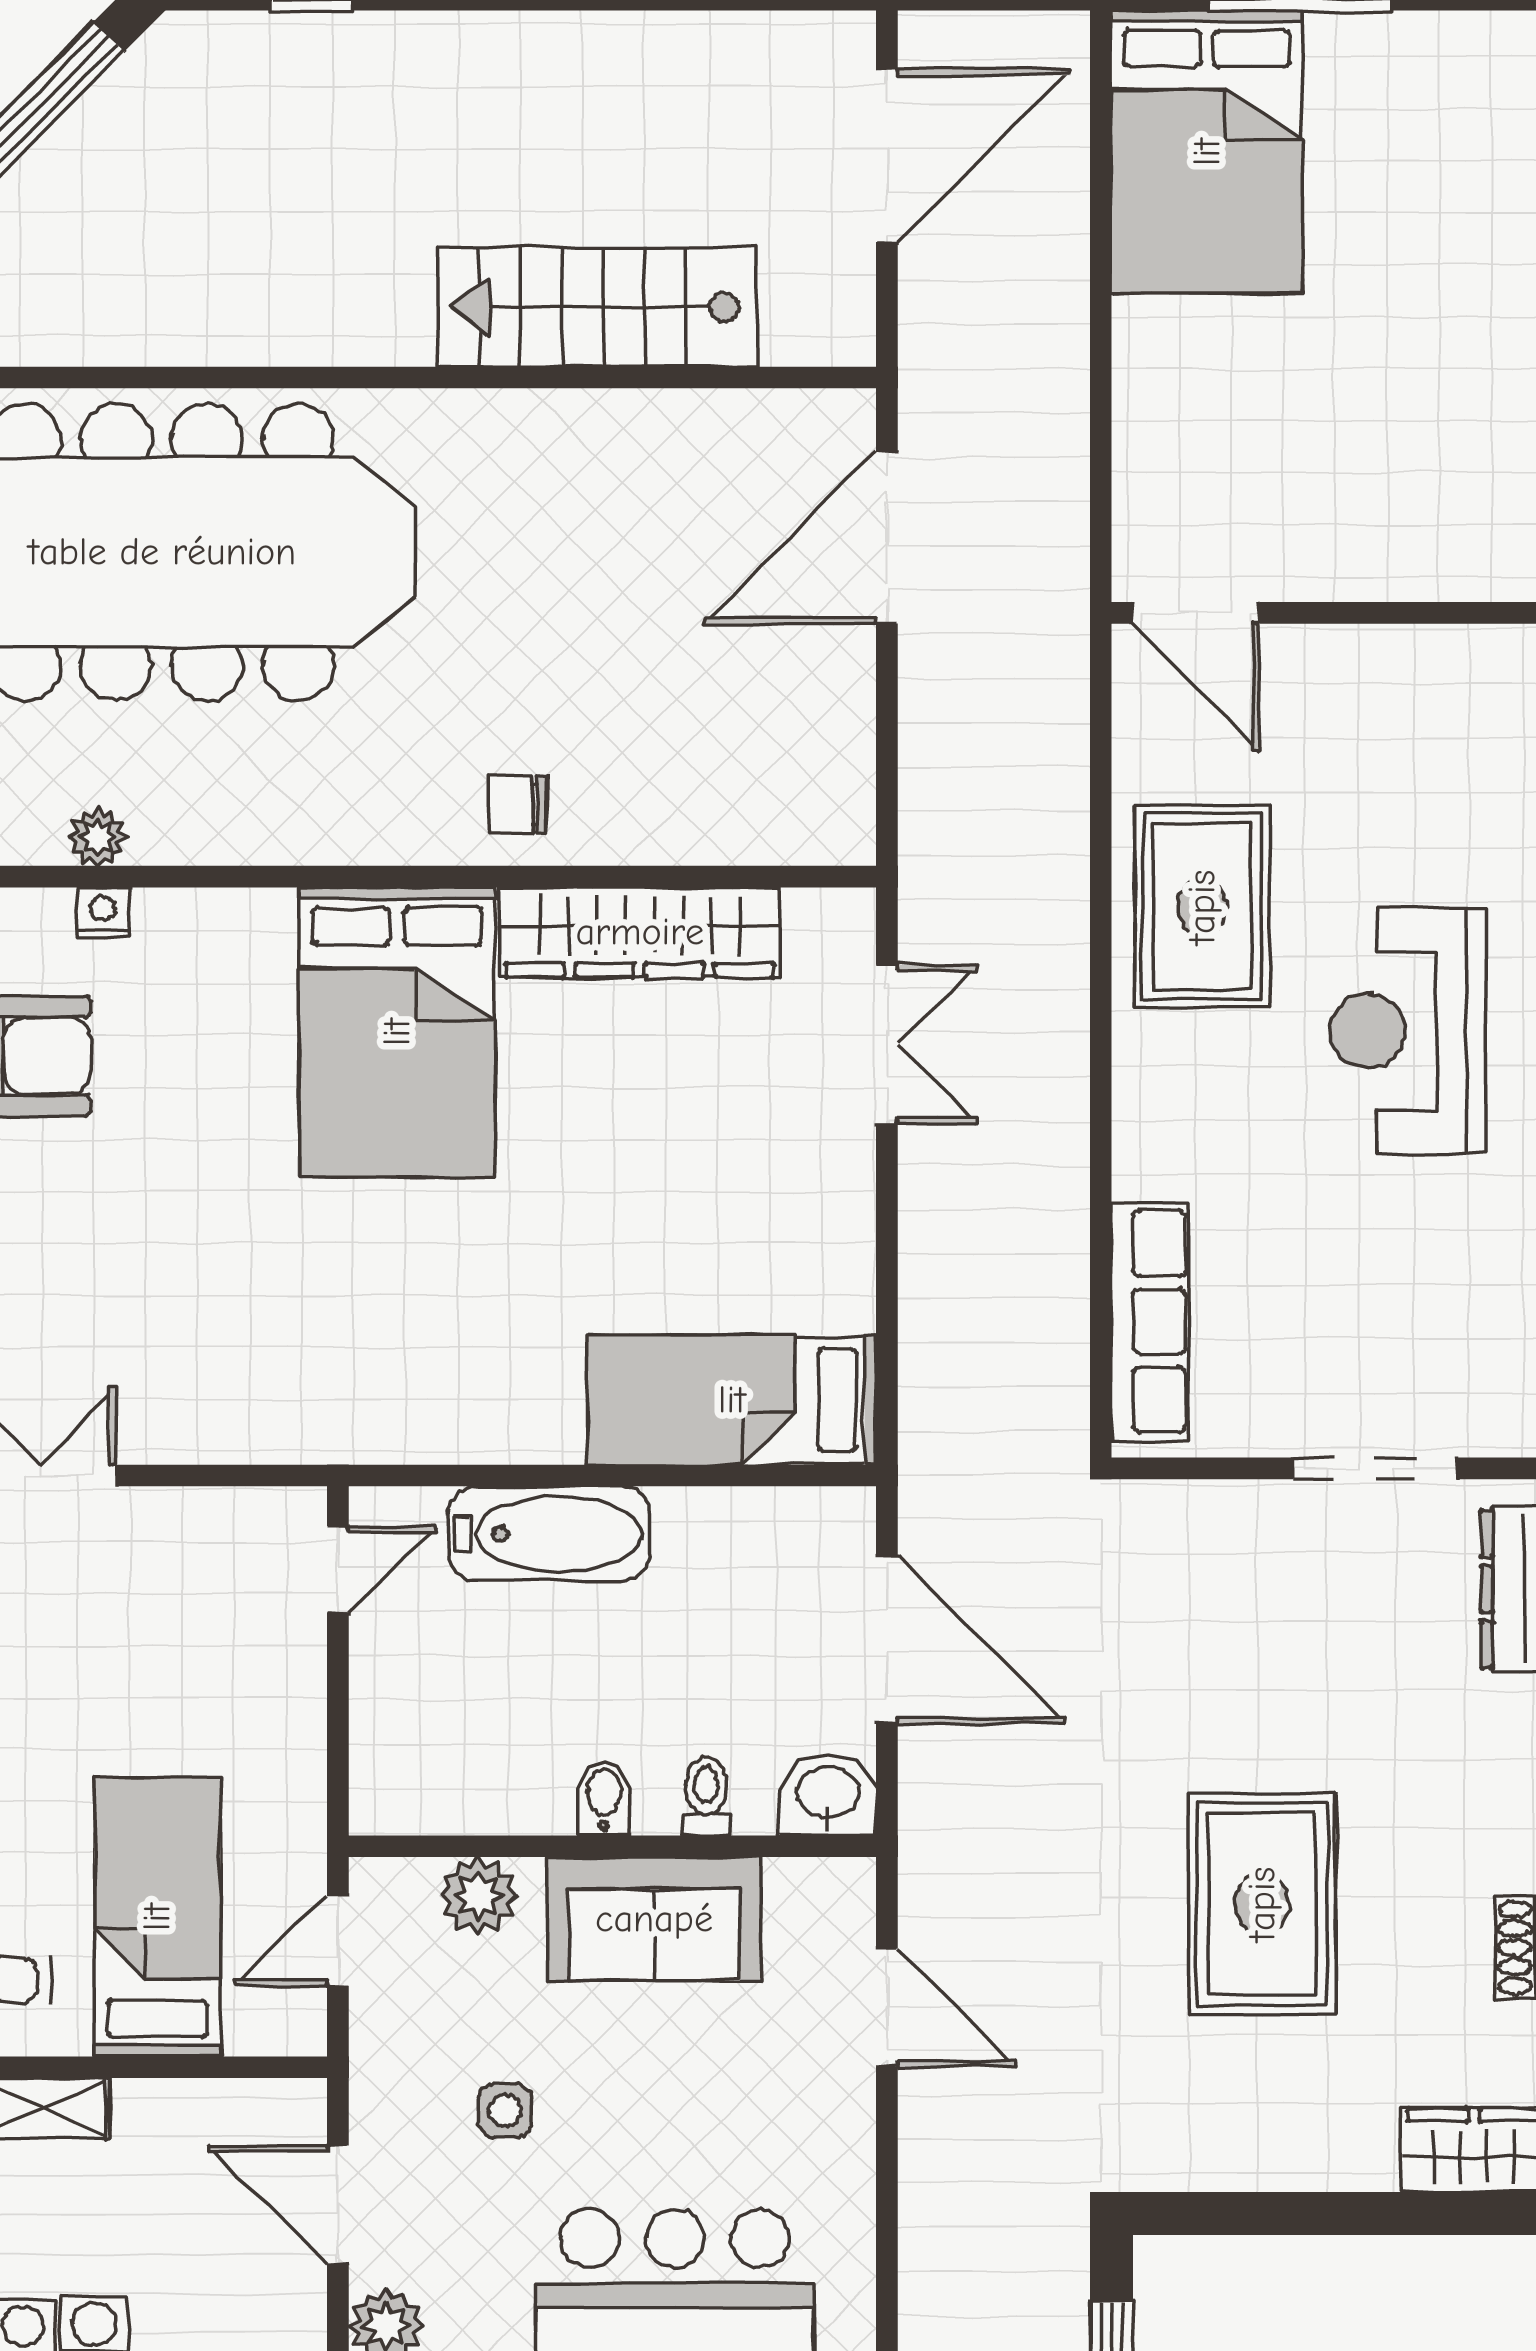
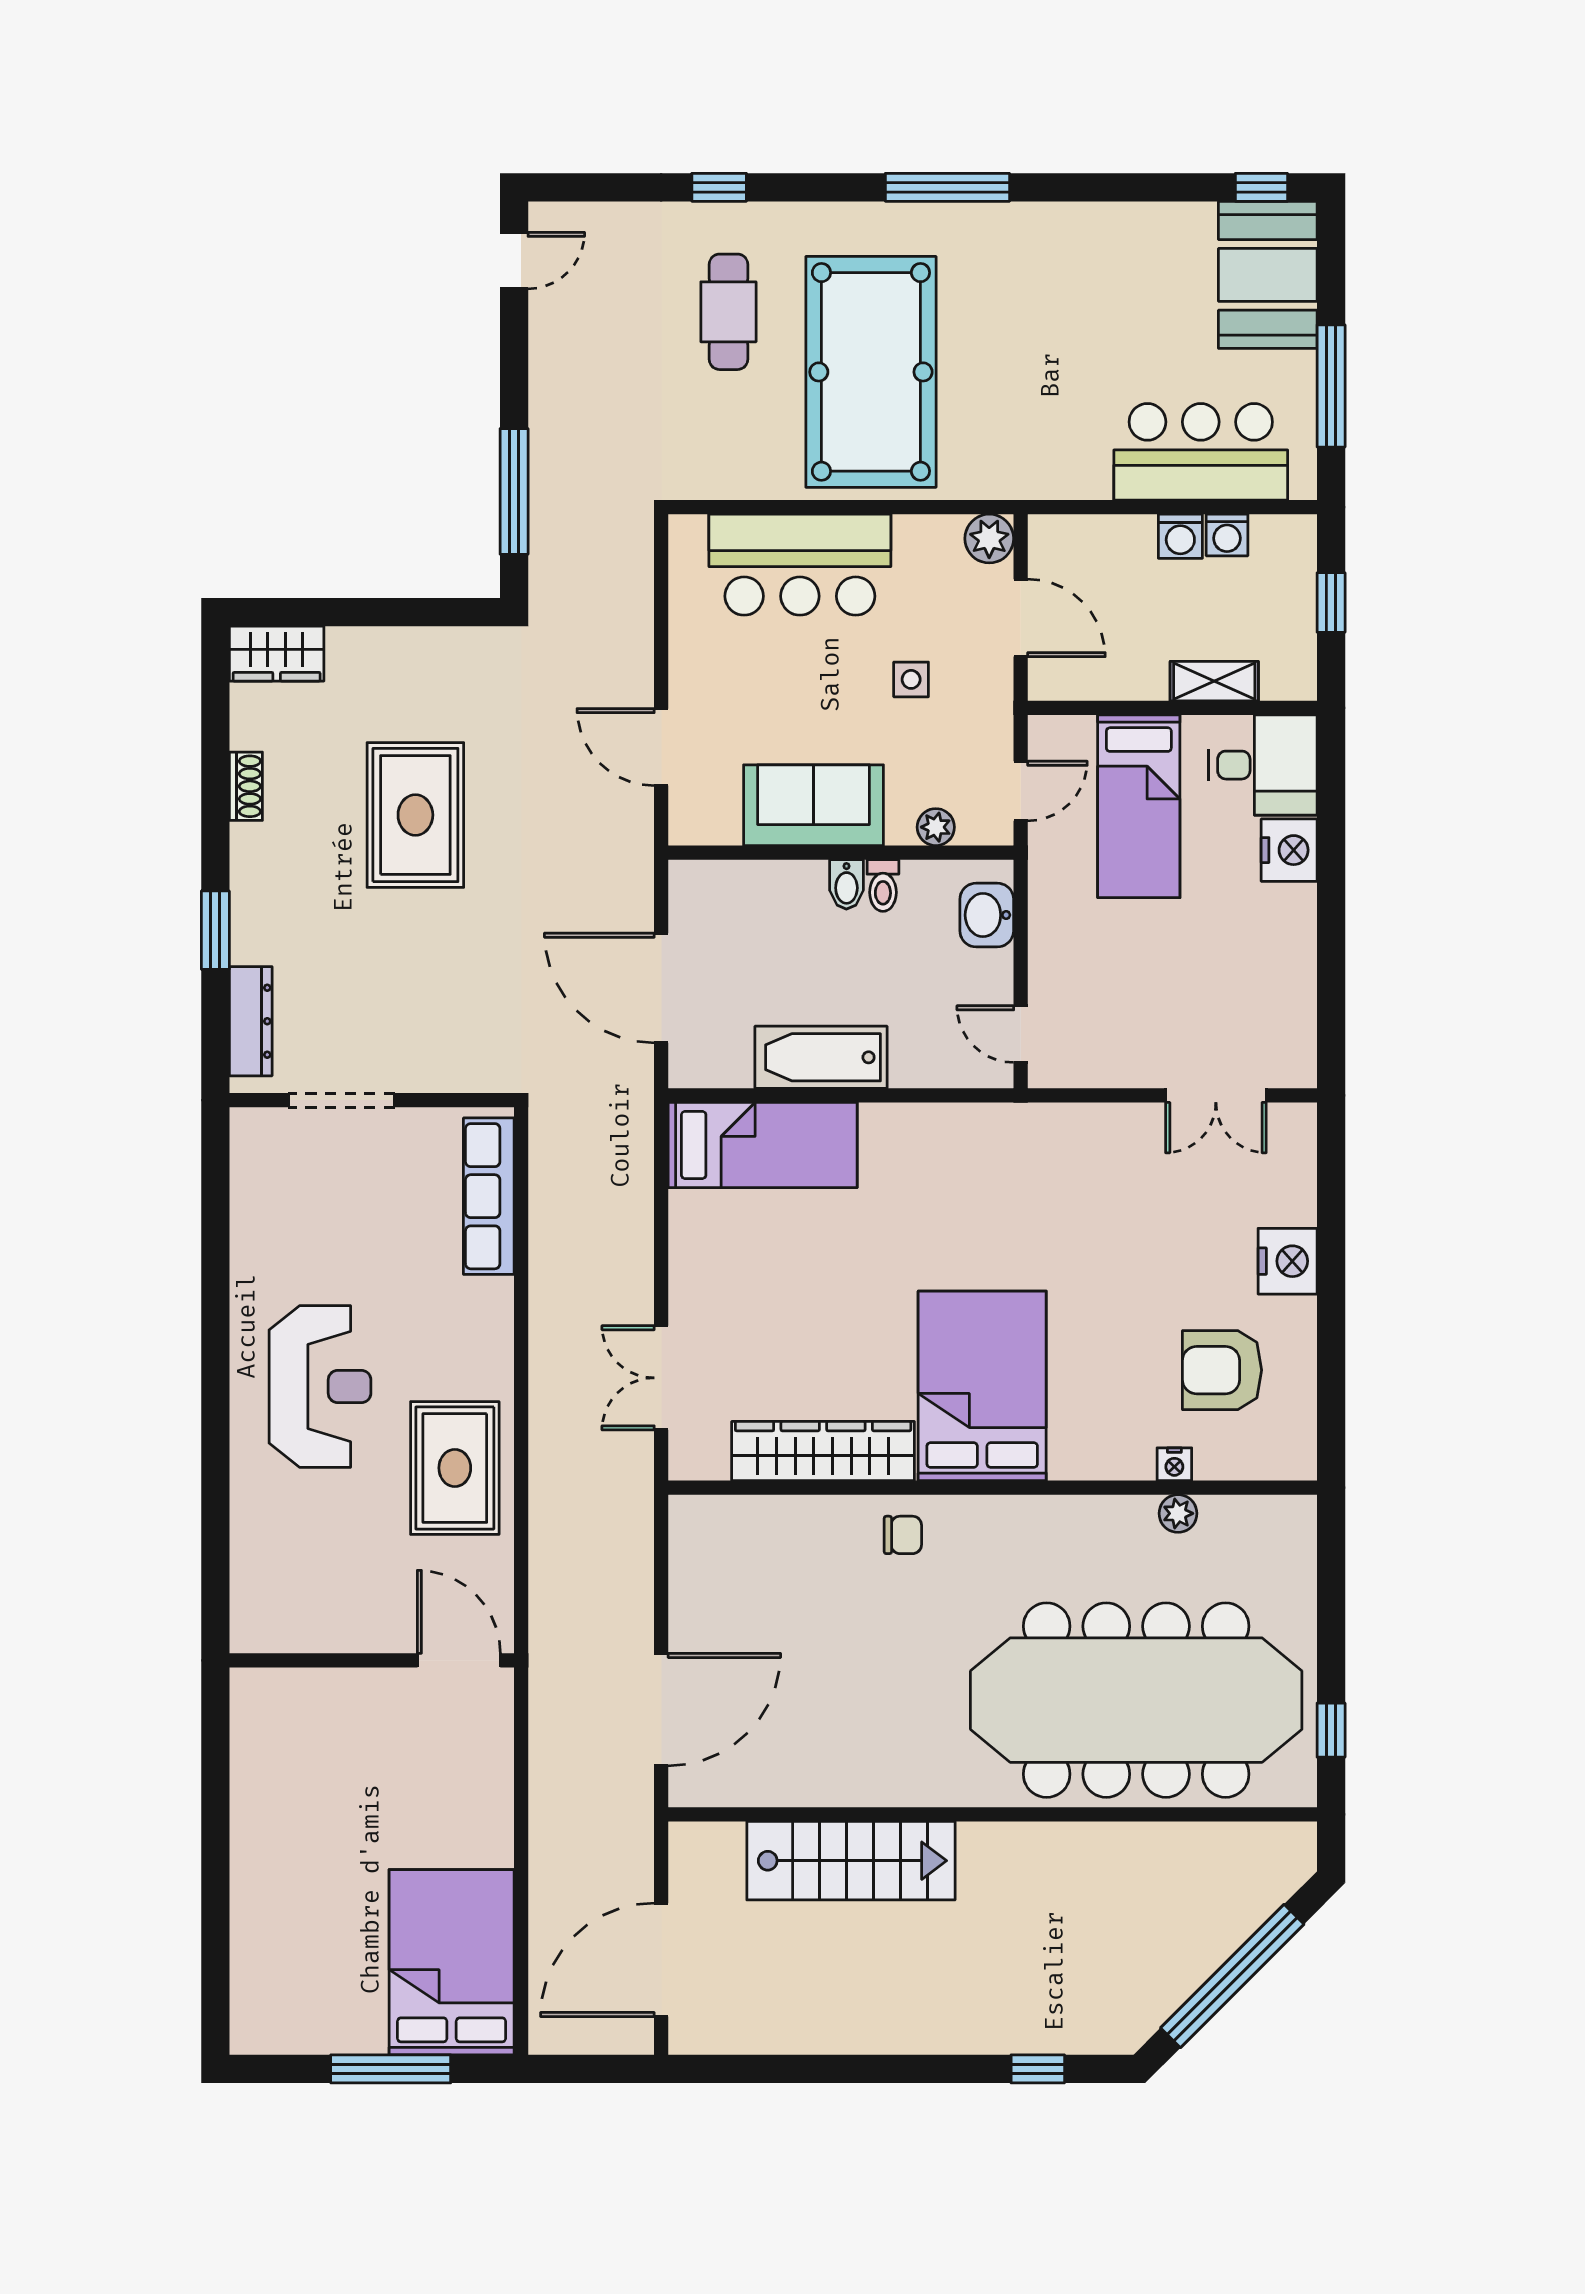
bathtub: (549, 1534) -> (821, 1057), moved
door: (338, 1569) -> (1021, 1034), hinge flipped
washbasin: (828, 1794) -> (987, 915), moved, turned 90
toilet: (706, 1796) -> (883, 886), moved
plant: (478, 1896) -> (936, 827), width x0.73, depth x0.73

